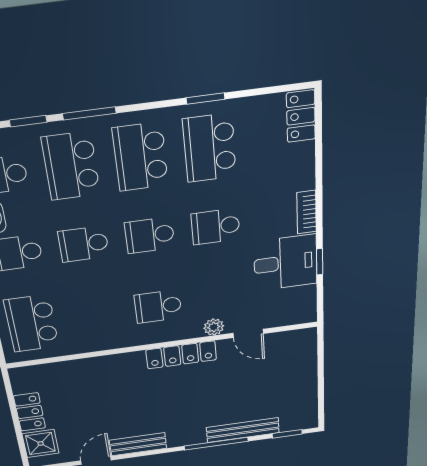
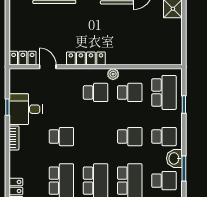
school desk: (150, 235) -> (130, 92), moved
plant: (214, 327) -> (113, 74), moved
locker: (30, 412) -> (23, 58), moved, turned 90

